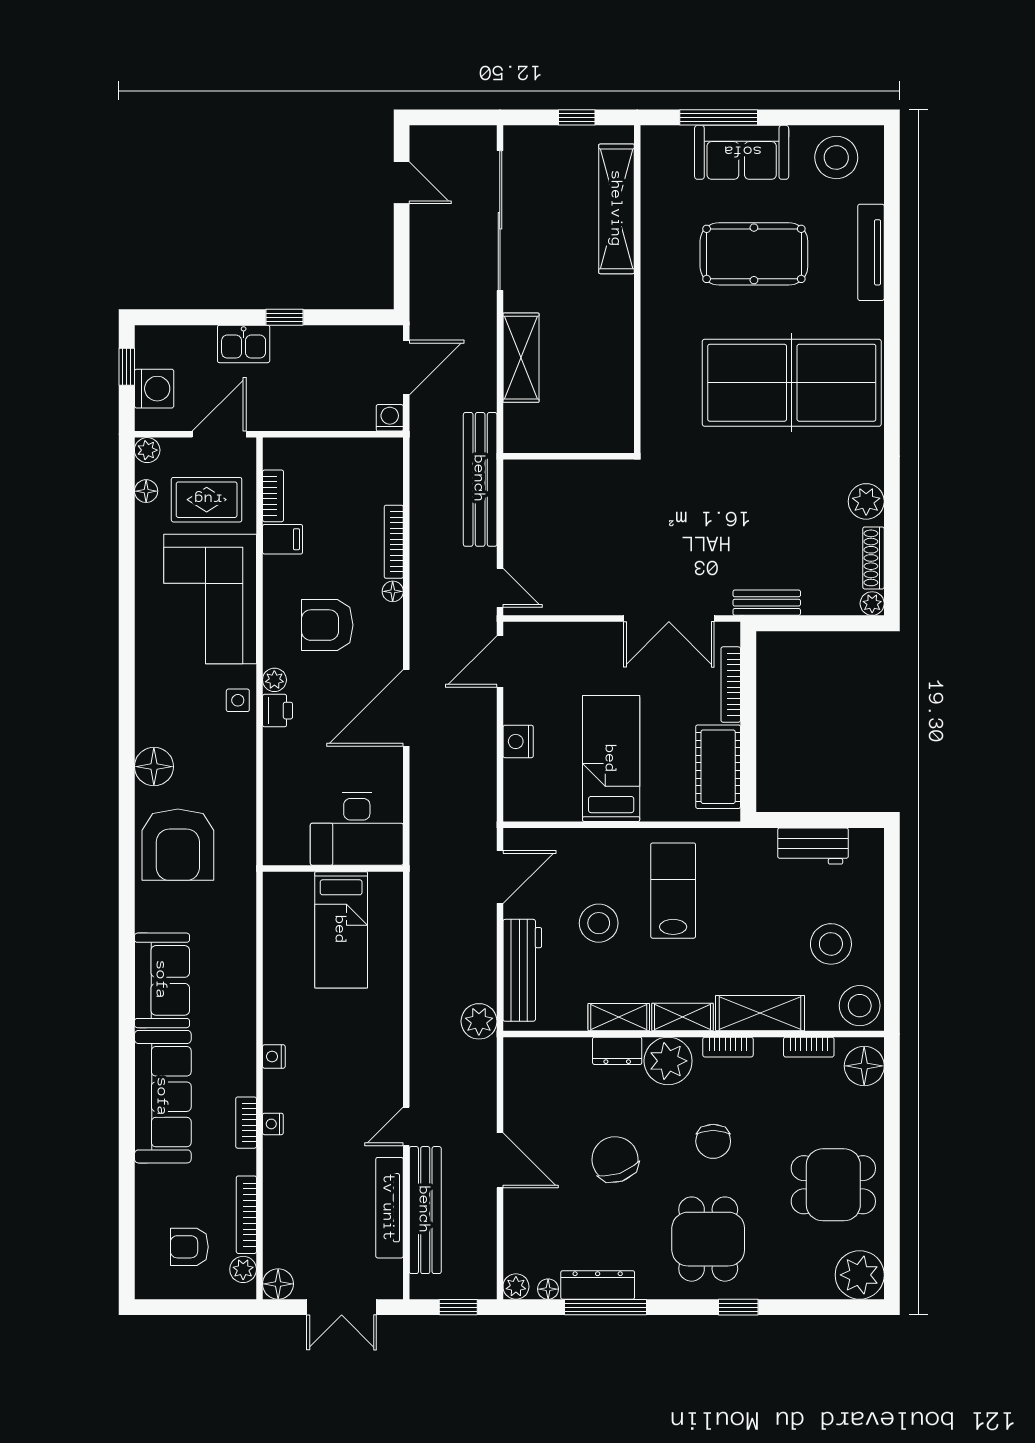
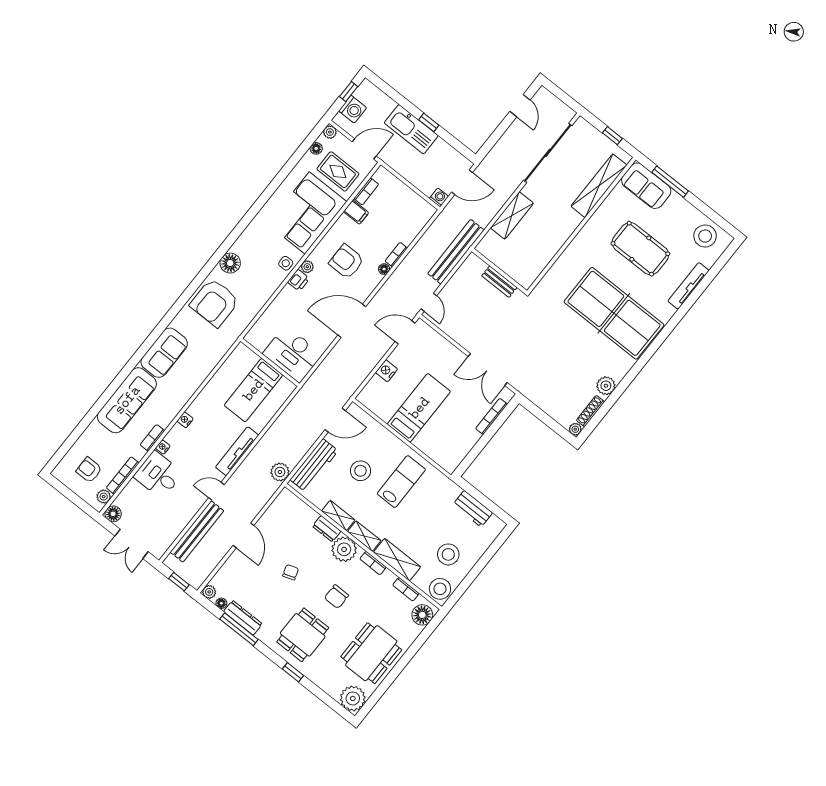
sofa: (742, 152) -> (646, 186), moved
kitchen sink: (244, 344) -> (411, 129), width x1.88, depth x1.24
bookcase: (394, 542) -> (396, 255), width x0.64
bench: (767, 603) -> (499, 282), moved
cot: (718, 767) -> (460, 446), removed
chair: (615, 1159) -> (291, 572), width x0.54, depth x0.54
desk: (299, 1171) -> (158, 475), added
dining table: (833, 1185) -> (371, 653), width x1.38
tv unit: (389, 1208) -> (237, 451), moved

